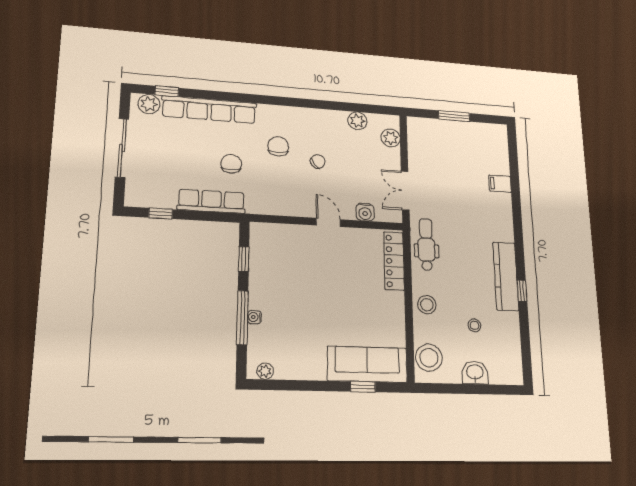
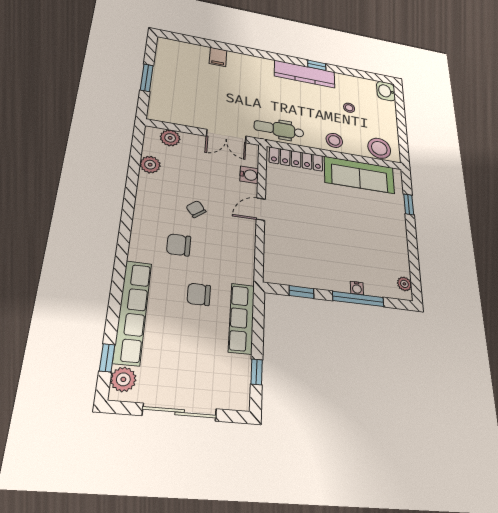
sofa: (367, 364) -> (359, 175), moved, turned -90
washbasin: (475, 373) -> (386, 91), moved

